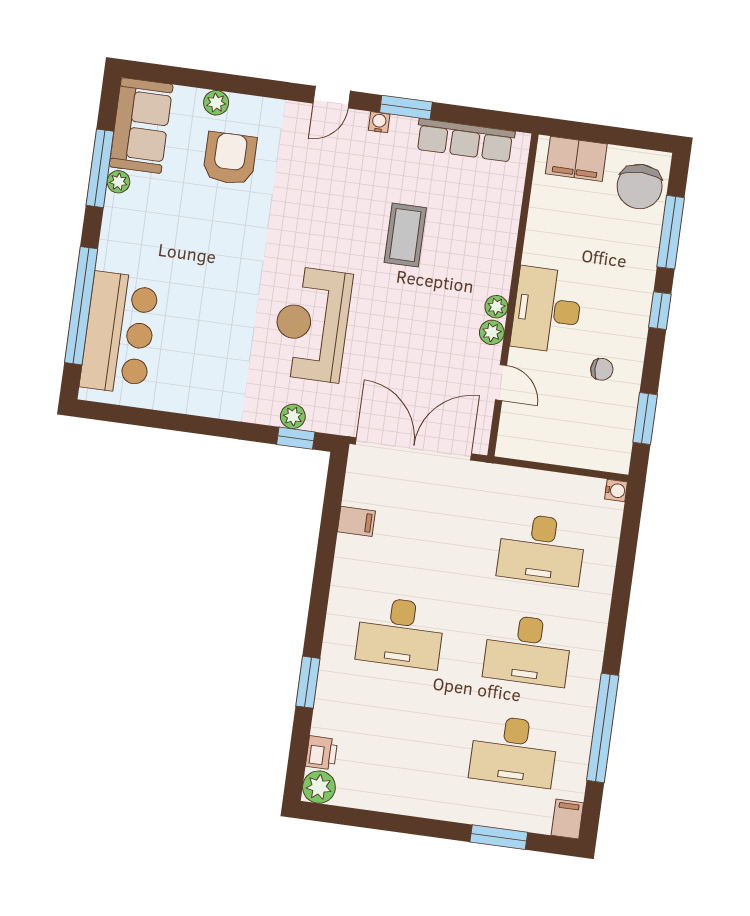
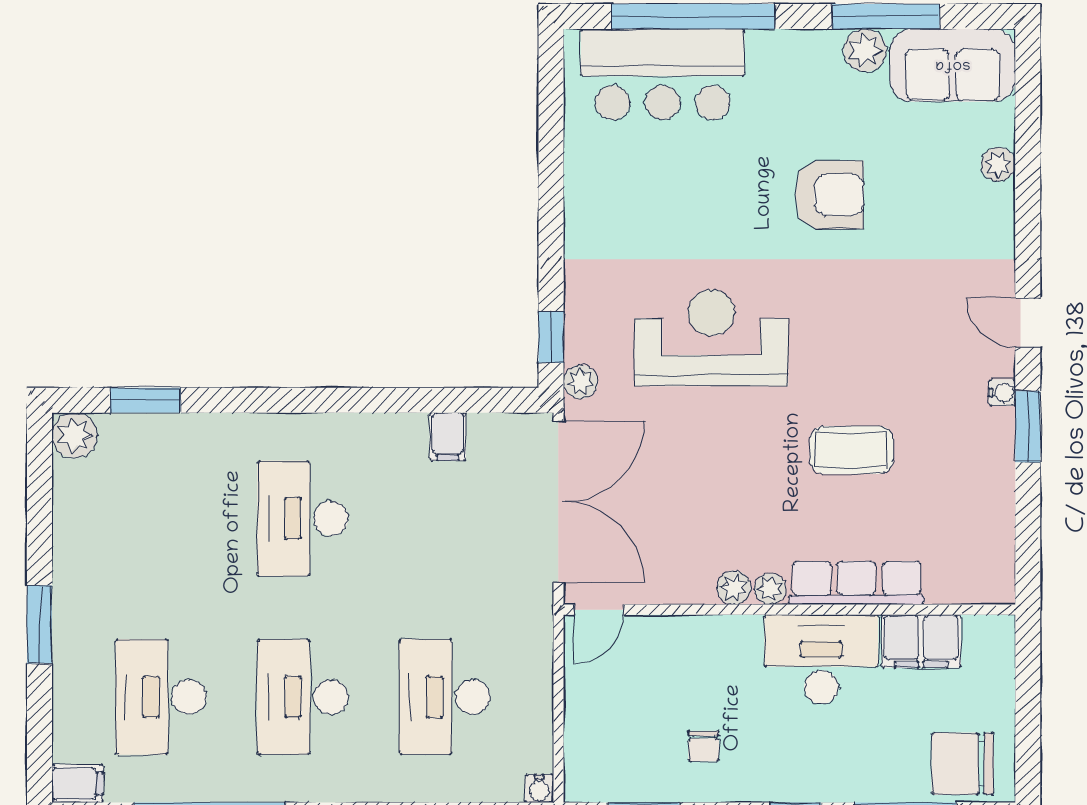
row of seats: (465, 140) -> (857, 583), moved, turned 90
armchair: (230, 158) -> (829, 195), moved
filing cabinet: (576, 159) -> (921, 641), moved, turned -90
plant: (118, 182) -> (865, 50), width x1.38, depth x1.38
desk: (547, 310) -> (821, 659), moved
door: (501, 383) -> (599, 610), moved
plant: (293, 416) -> (581, 382), moved
window: (308, 682) -> (145, 400), moved
printer: (321, 753) -> (122, 432), removed
window: (499, 837) -> (40, 624), moved

